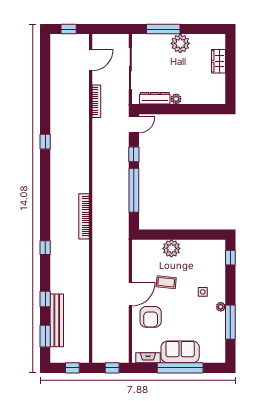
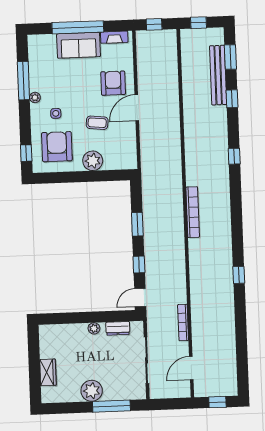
dresser: (155, 98) -> (118, 328), width x0.70
window: (134, 190) -> (137, 224), width x0.47
bookcase: (84, 216) -> (193, 212), moved
armchair: (203, 262) -> (57, 147), added

